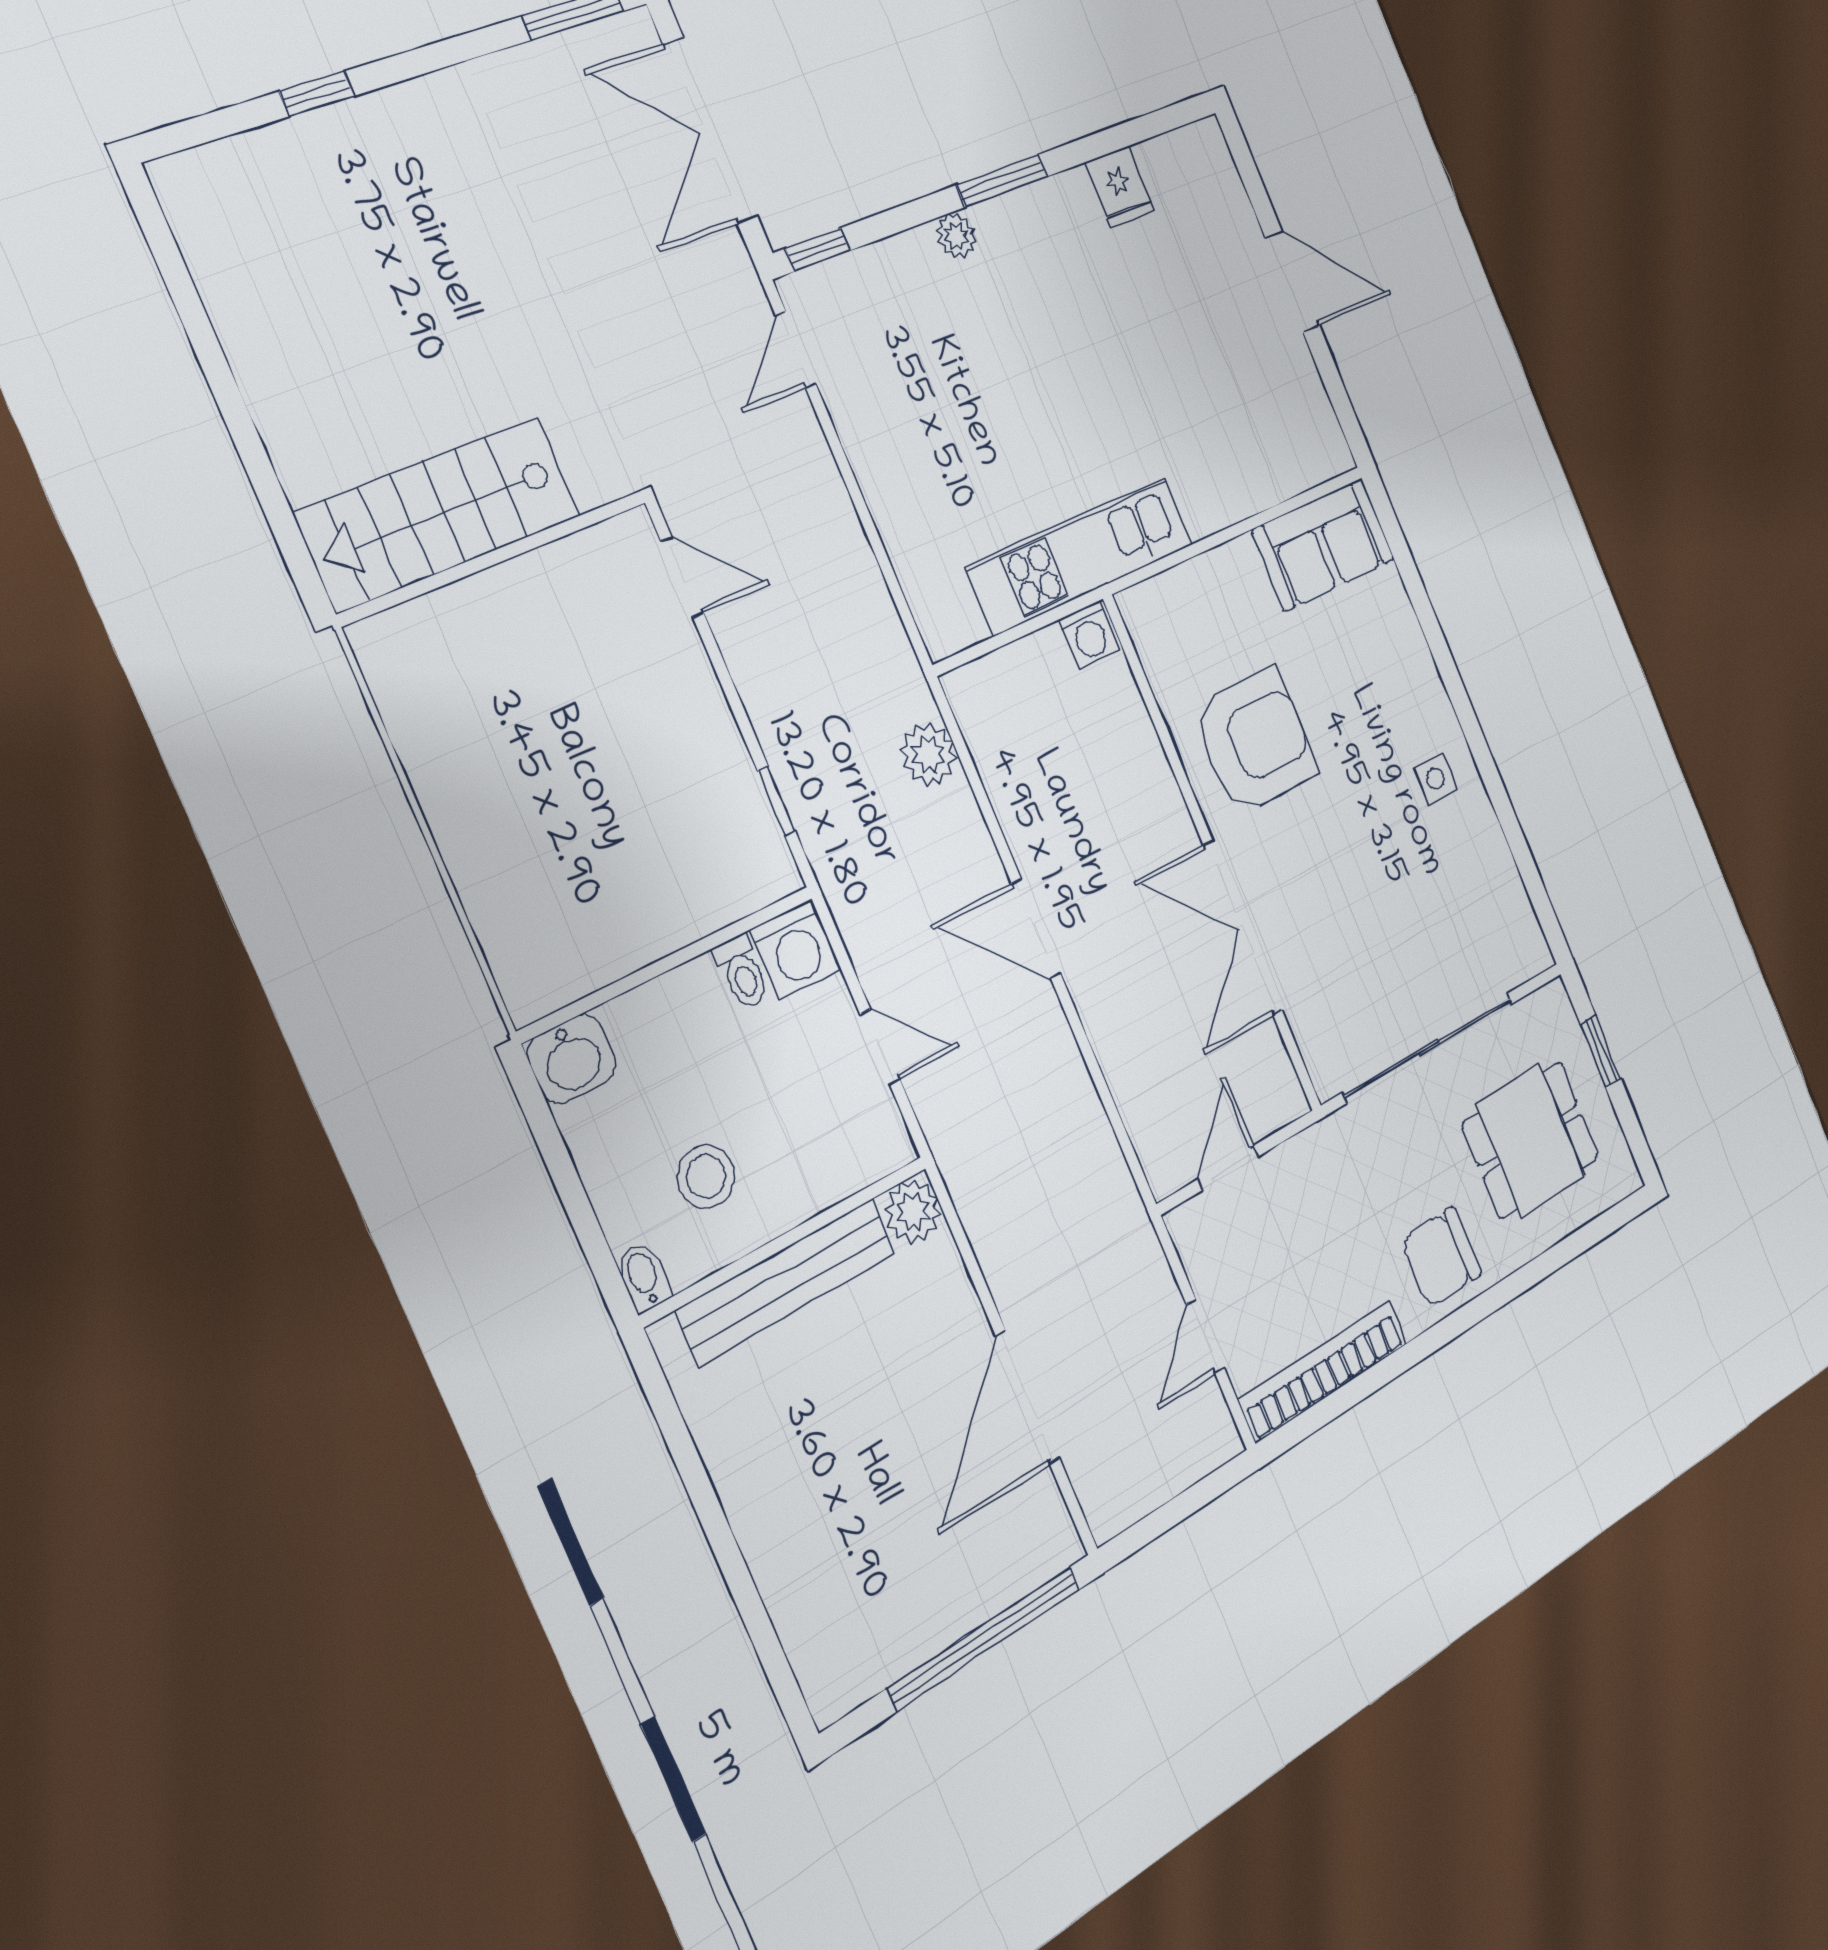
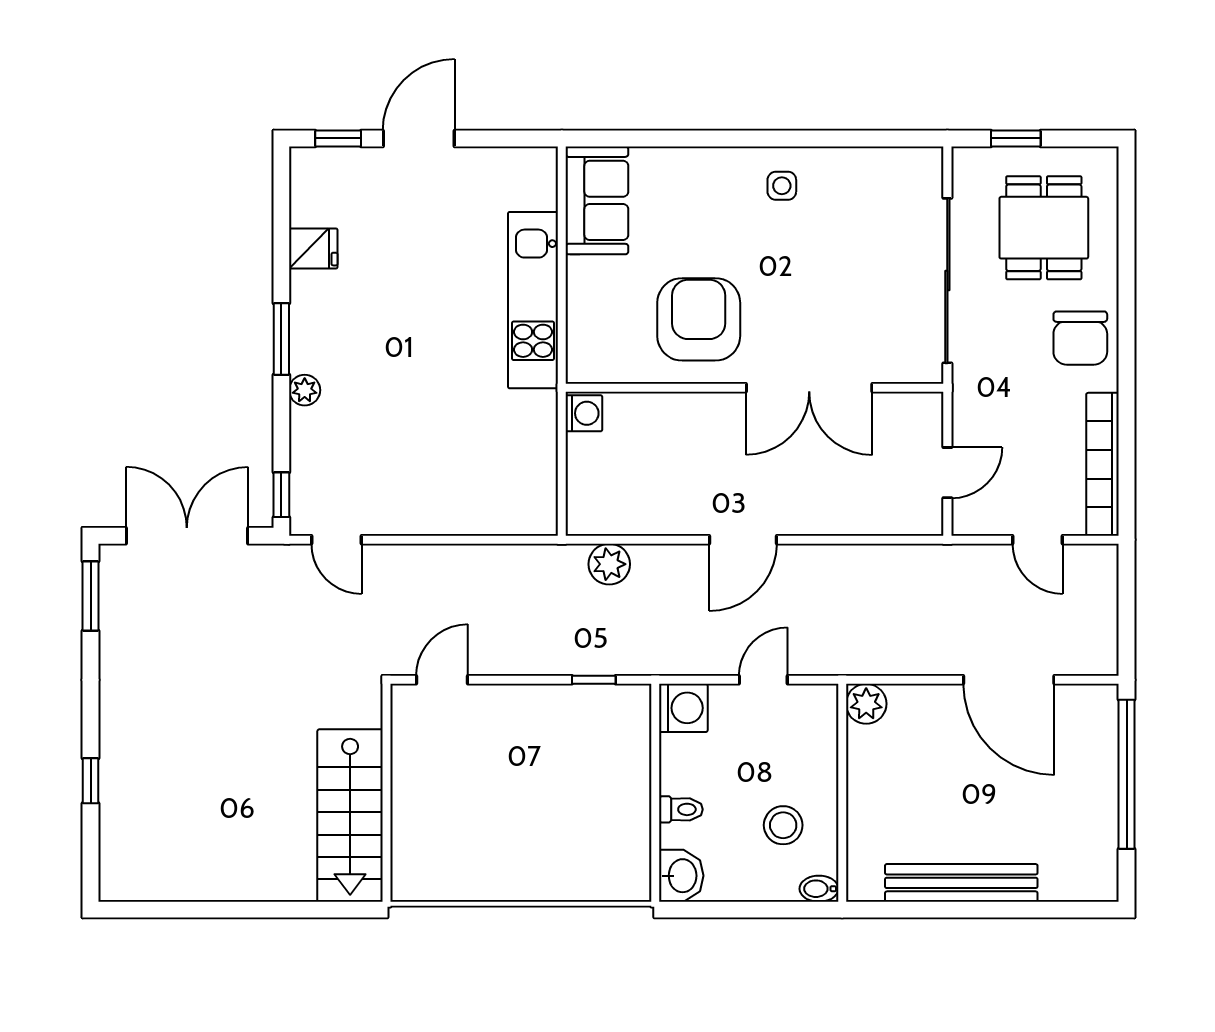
double door: (710, 131) -> (187, 536), swing flipped
window: (1250, 175) -> (338, 138), added
kitchen unit: (1080, 556) -> (533, 300), moved
toilet: (742, 972) -> (681, 809), moved
door: (1228, 1168) -> (947, 473), swing flipped
bench: (787, 1282) -> (961, 883), moved, turned 90

